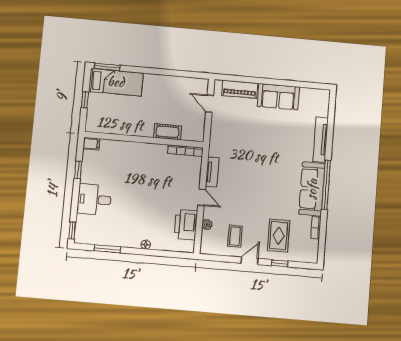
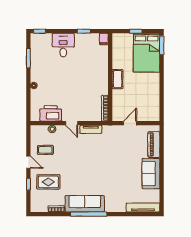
bed: (116, 82) -> (147, 53), width x1.50
door: (210, 104) -> (130, 123), moved
cot: (167, 132) -> (118, 79), moved
tv unit: (321, 139) -> (143, 208), moved
door: (202, 197) -> (72, 123), hinge flipped

